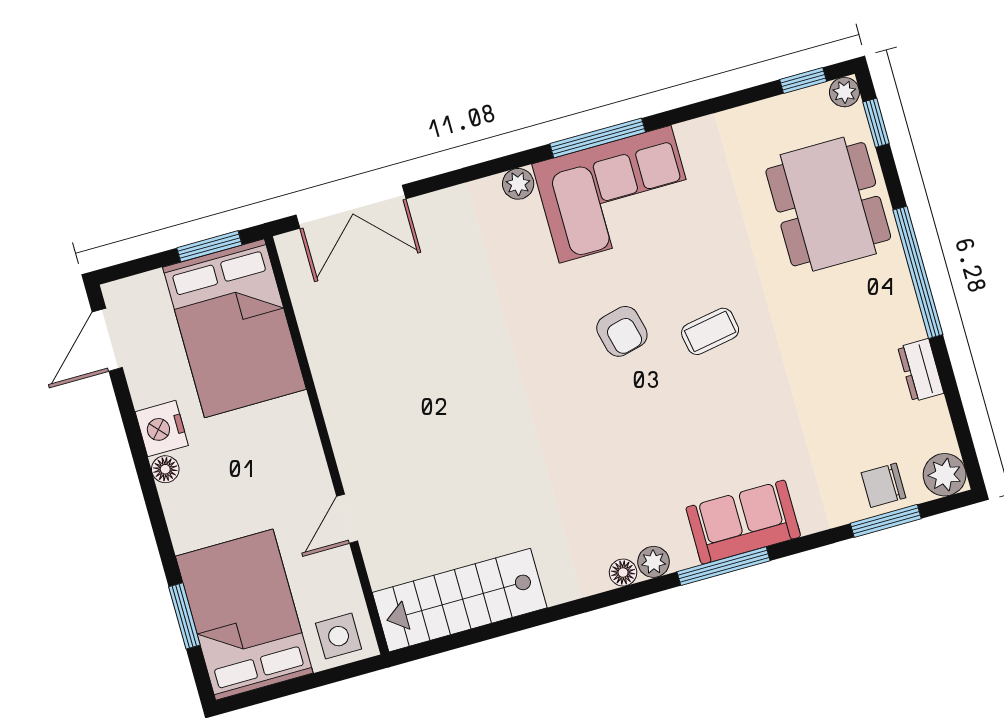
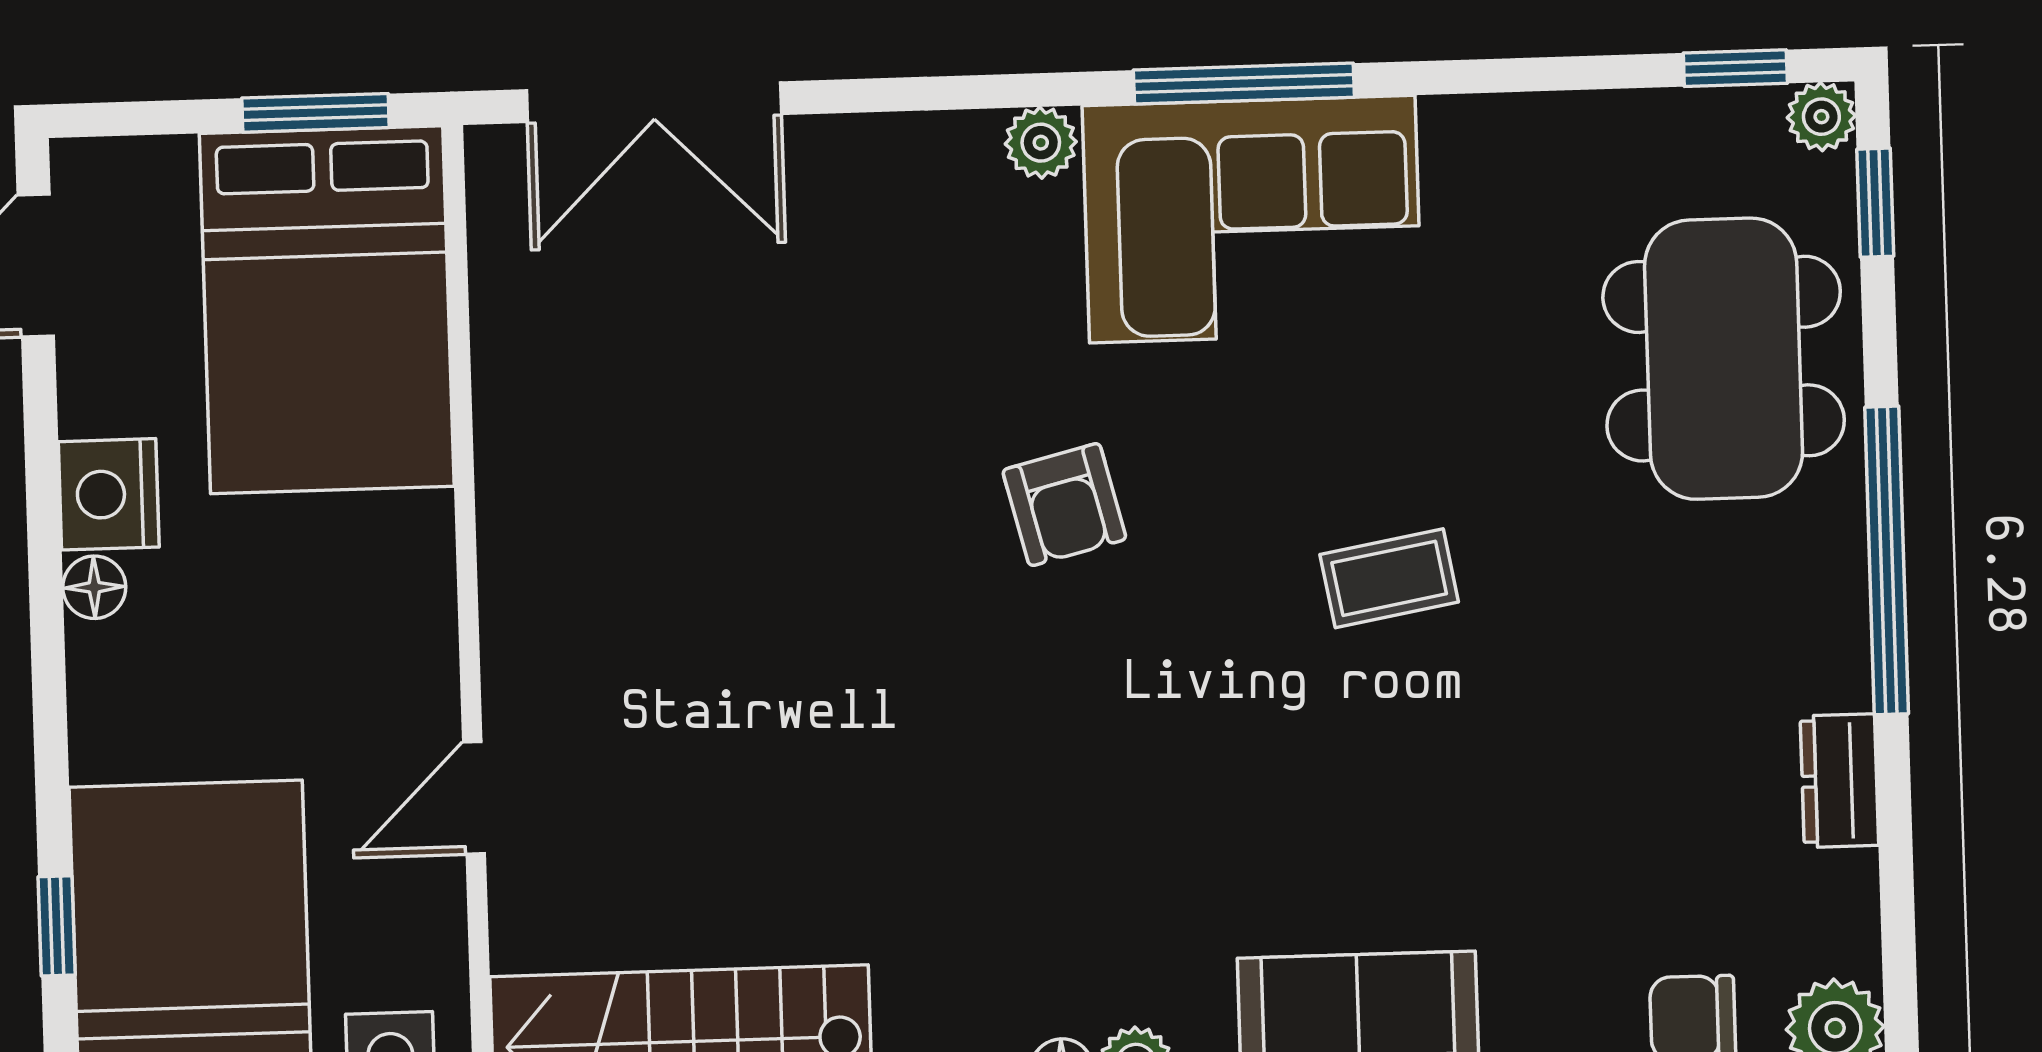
armchair: (622, 331) -> (1064, 505), moved
window: (184, 616) -> (57, 926), width x0.67

